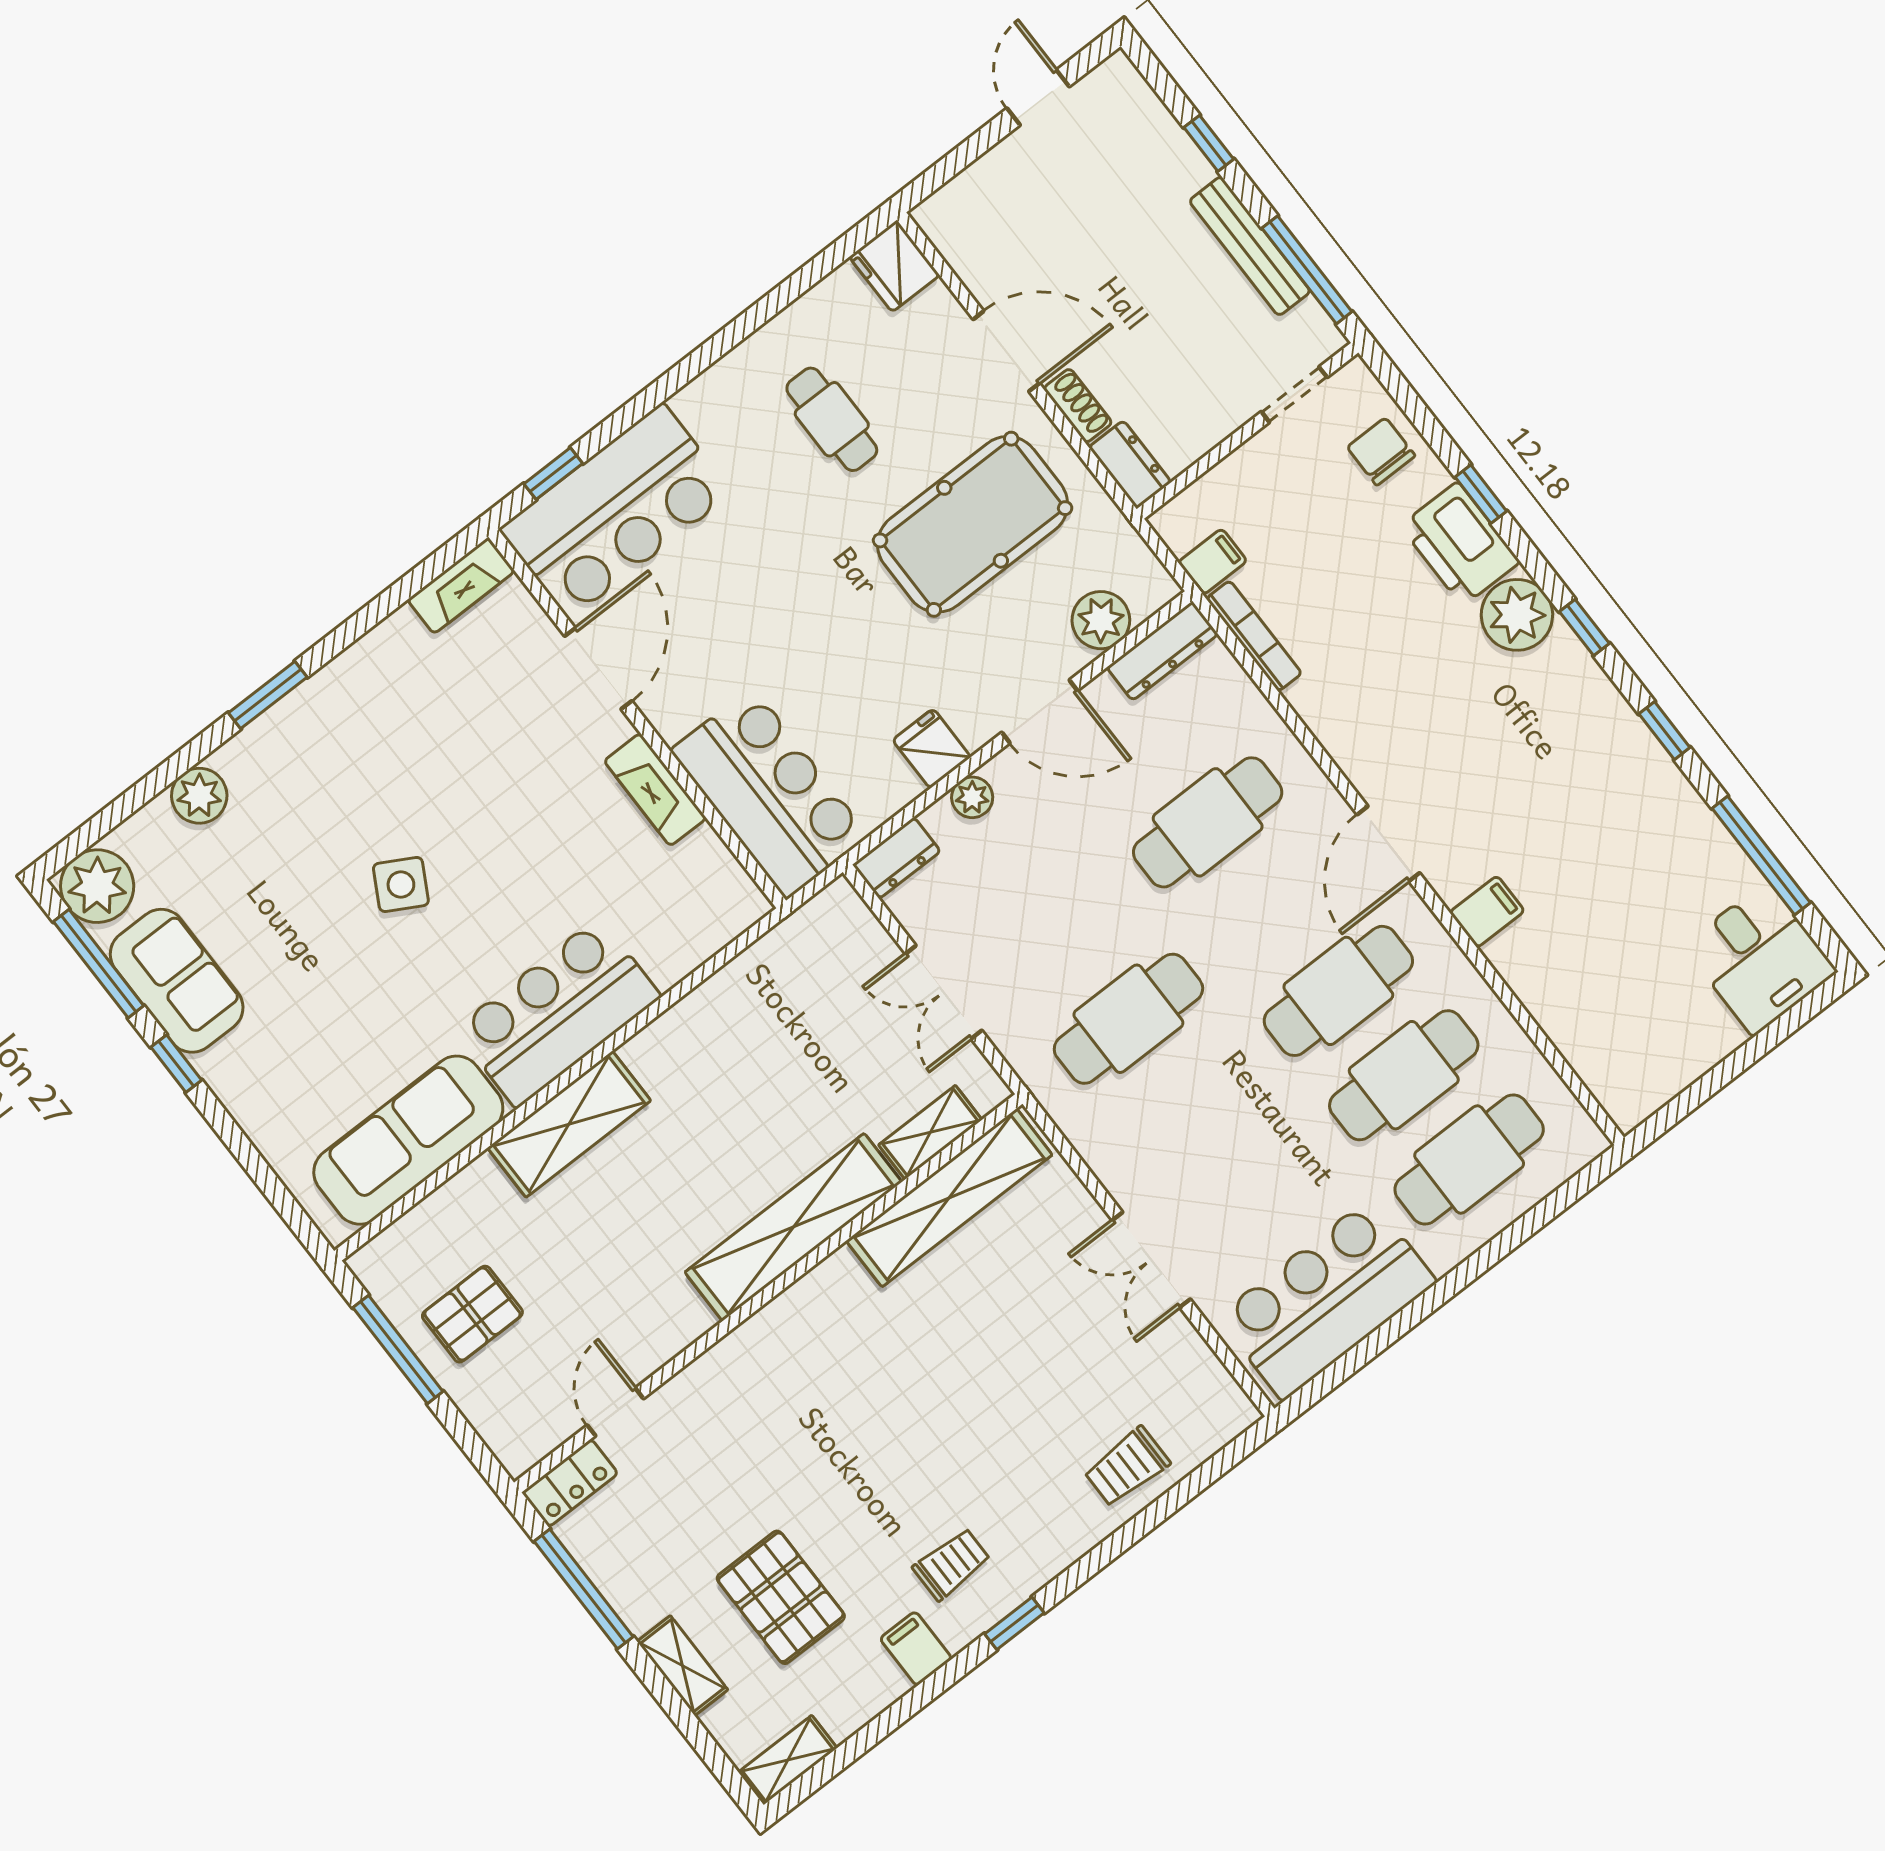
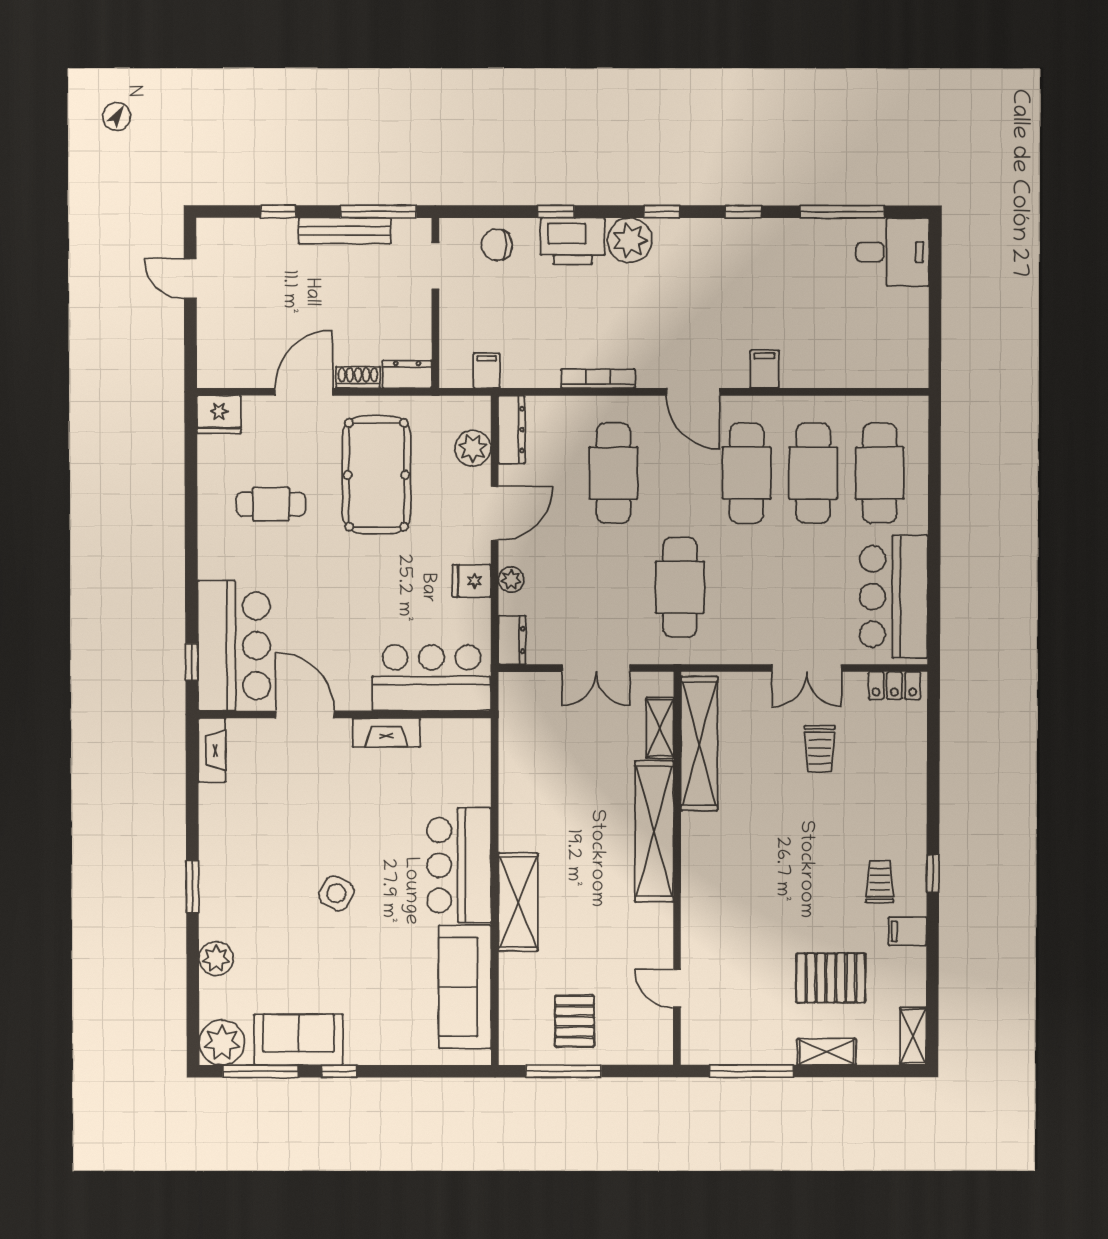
bookcase: (1254, 636) -> (598, 379), moved
trolley: (1127, 1467) -> (820, 749), moved
locker: (570, 1483) -> (894, 686), moved, turned 90

